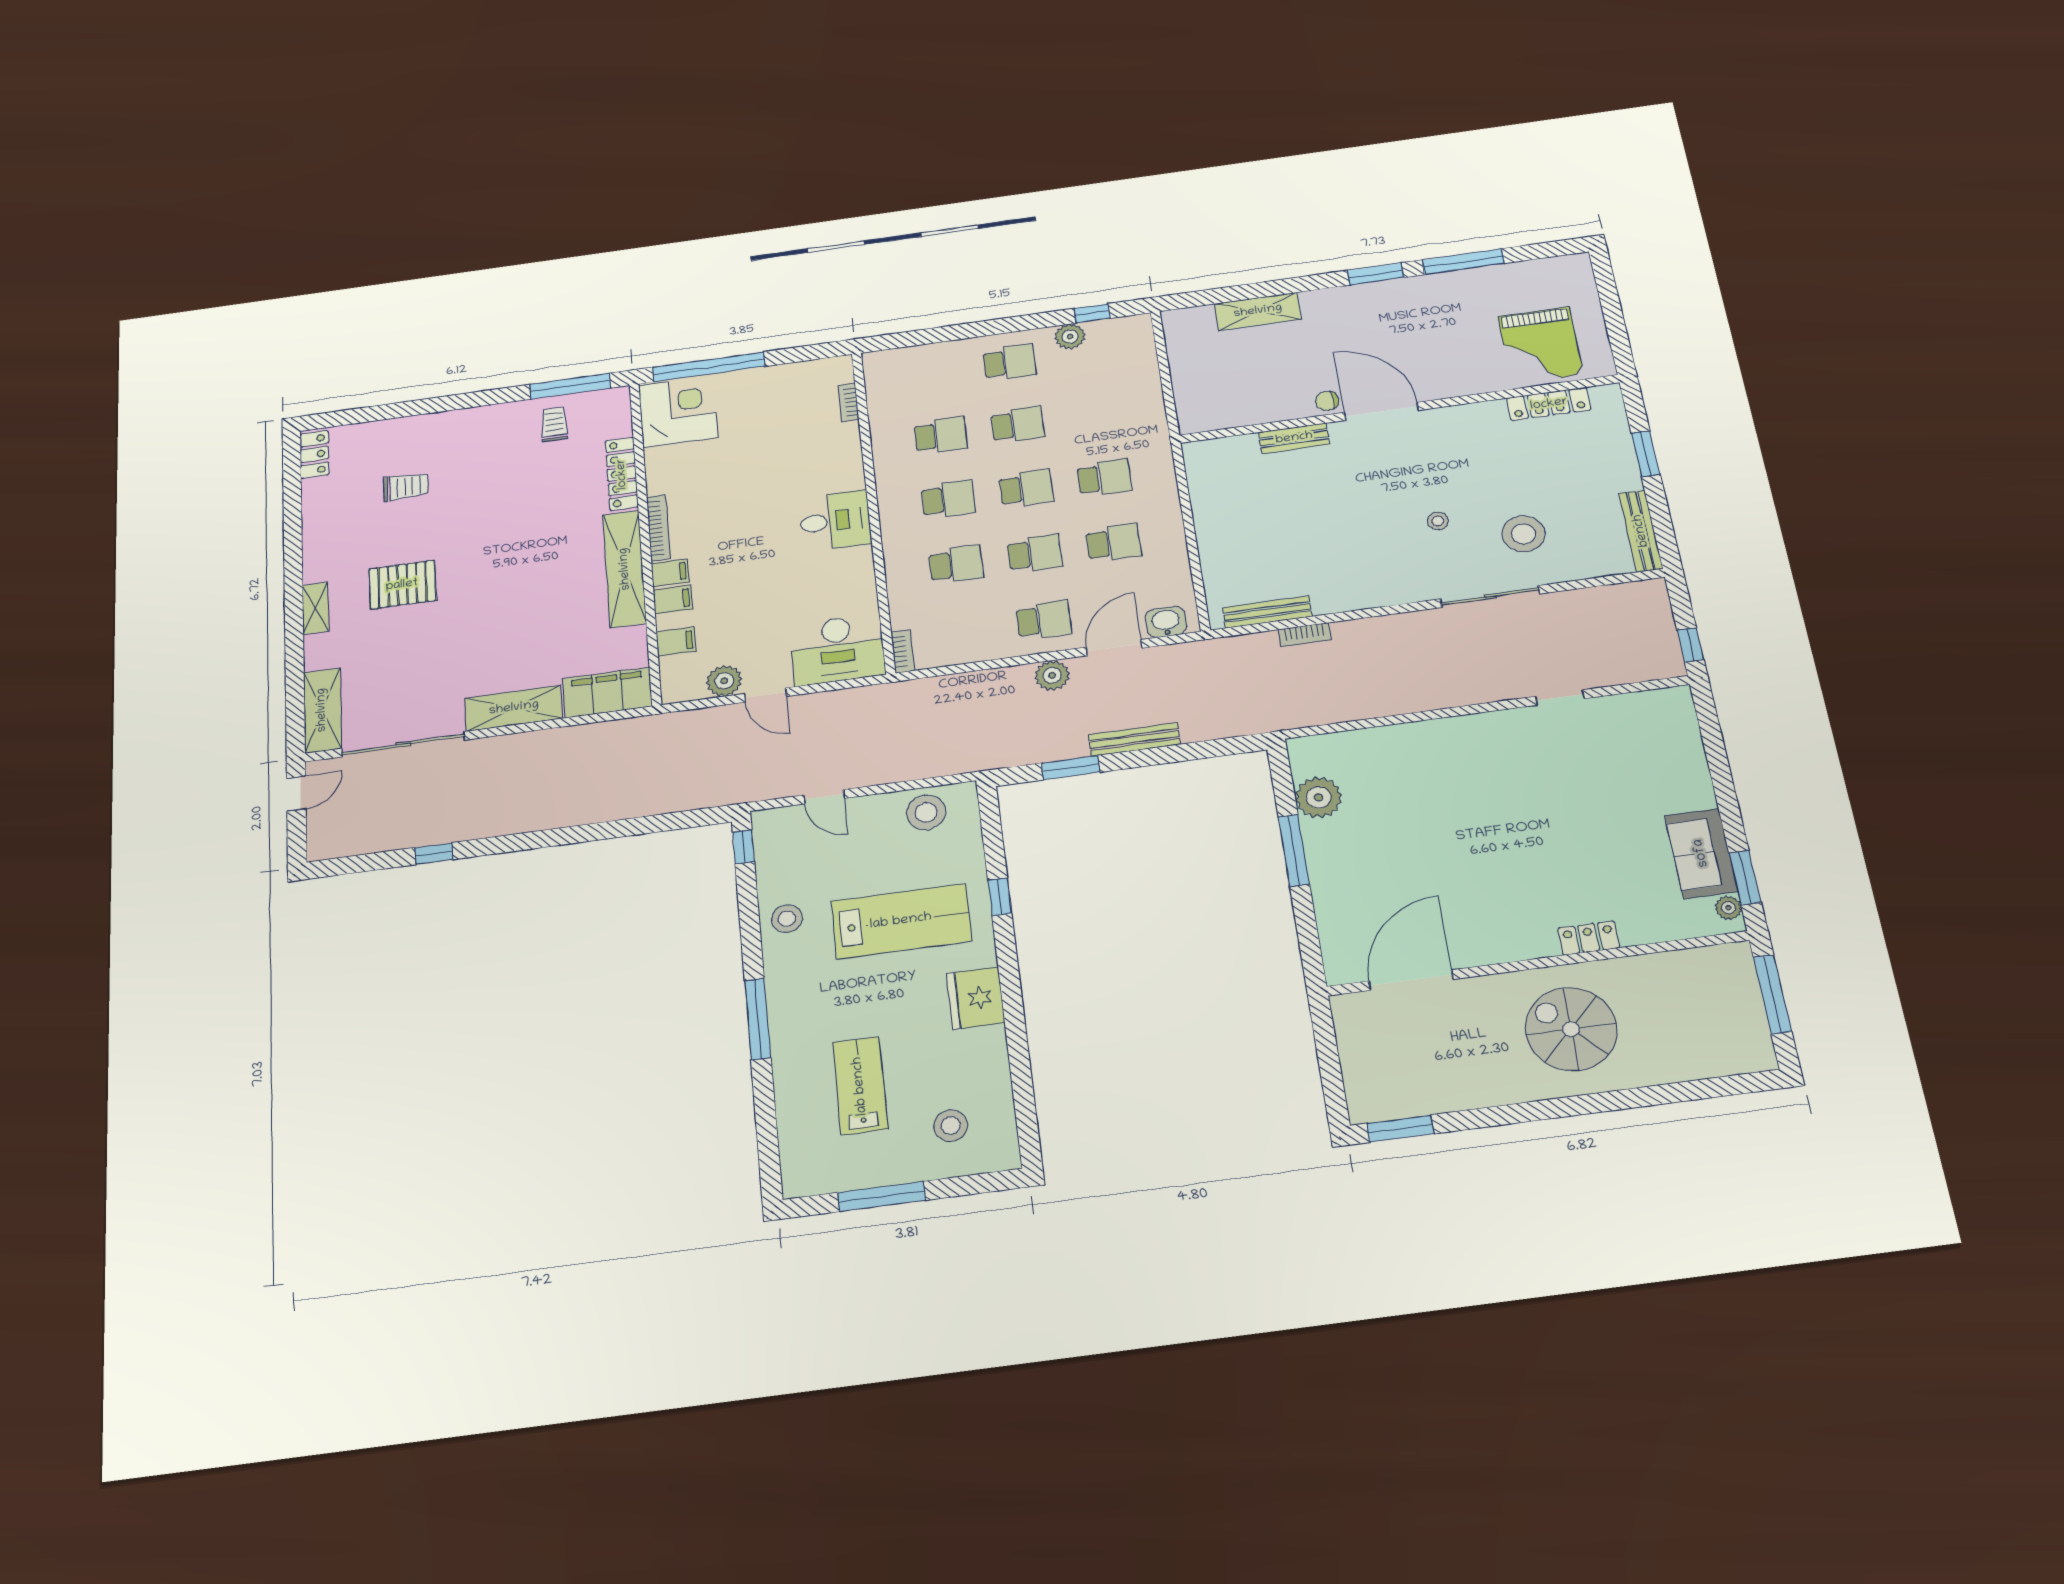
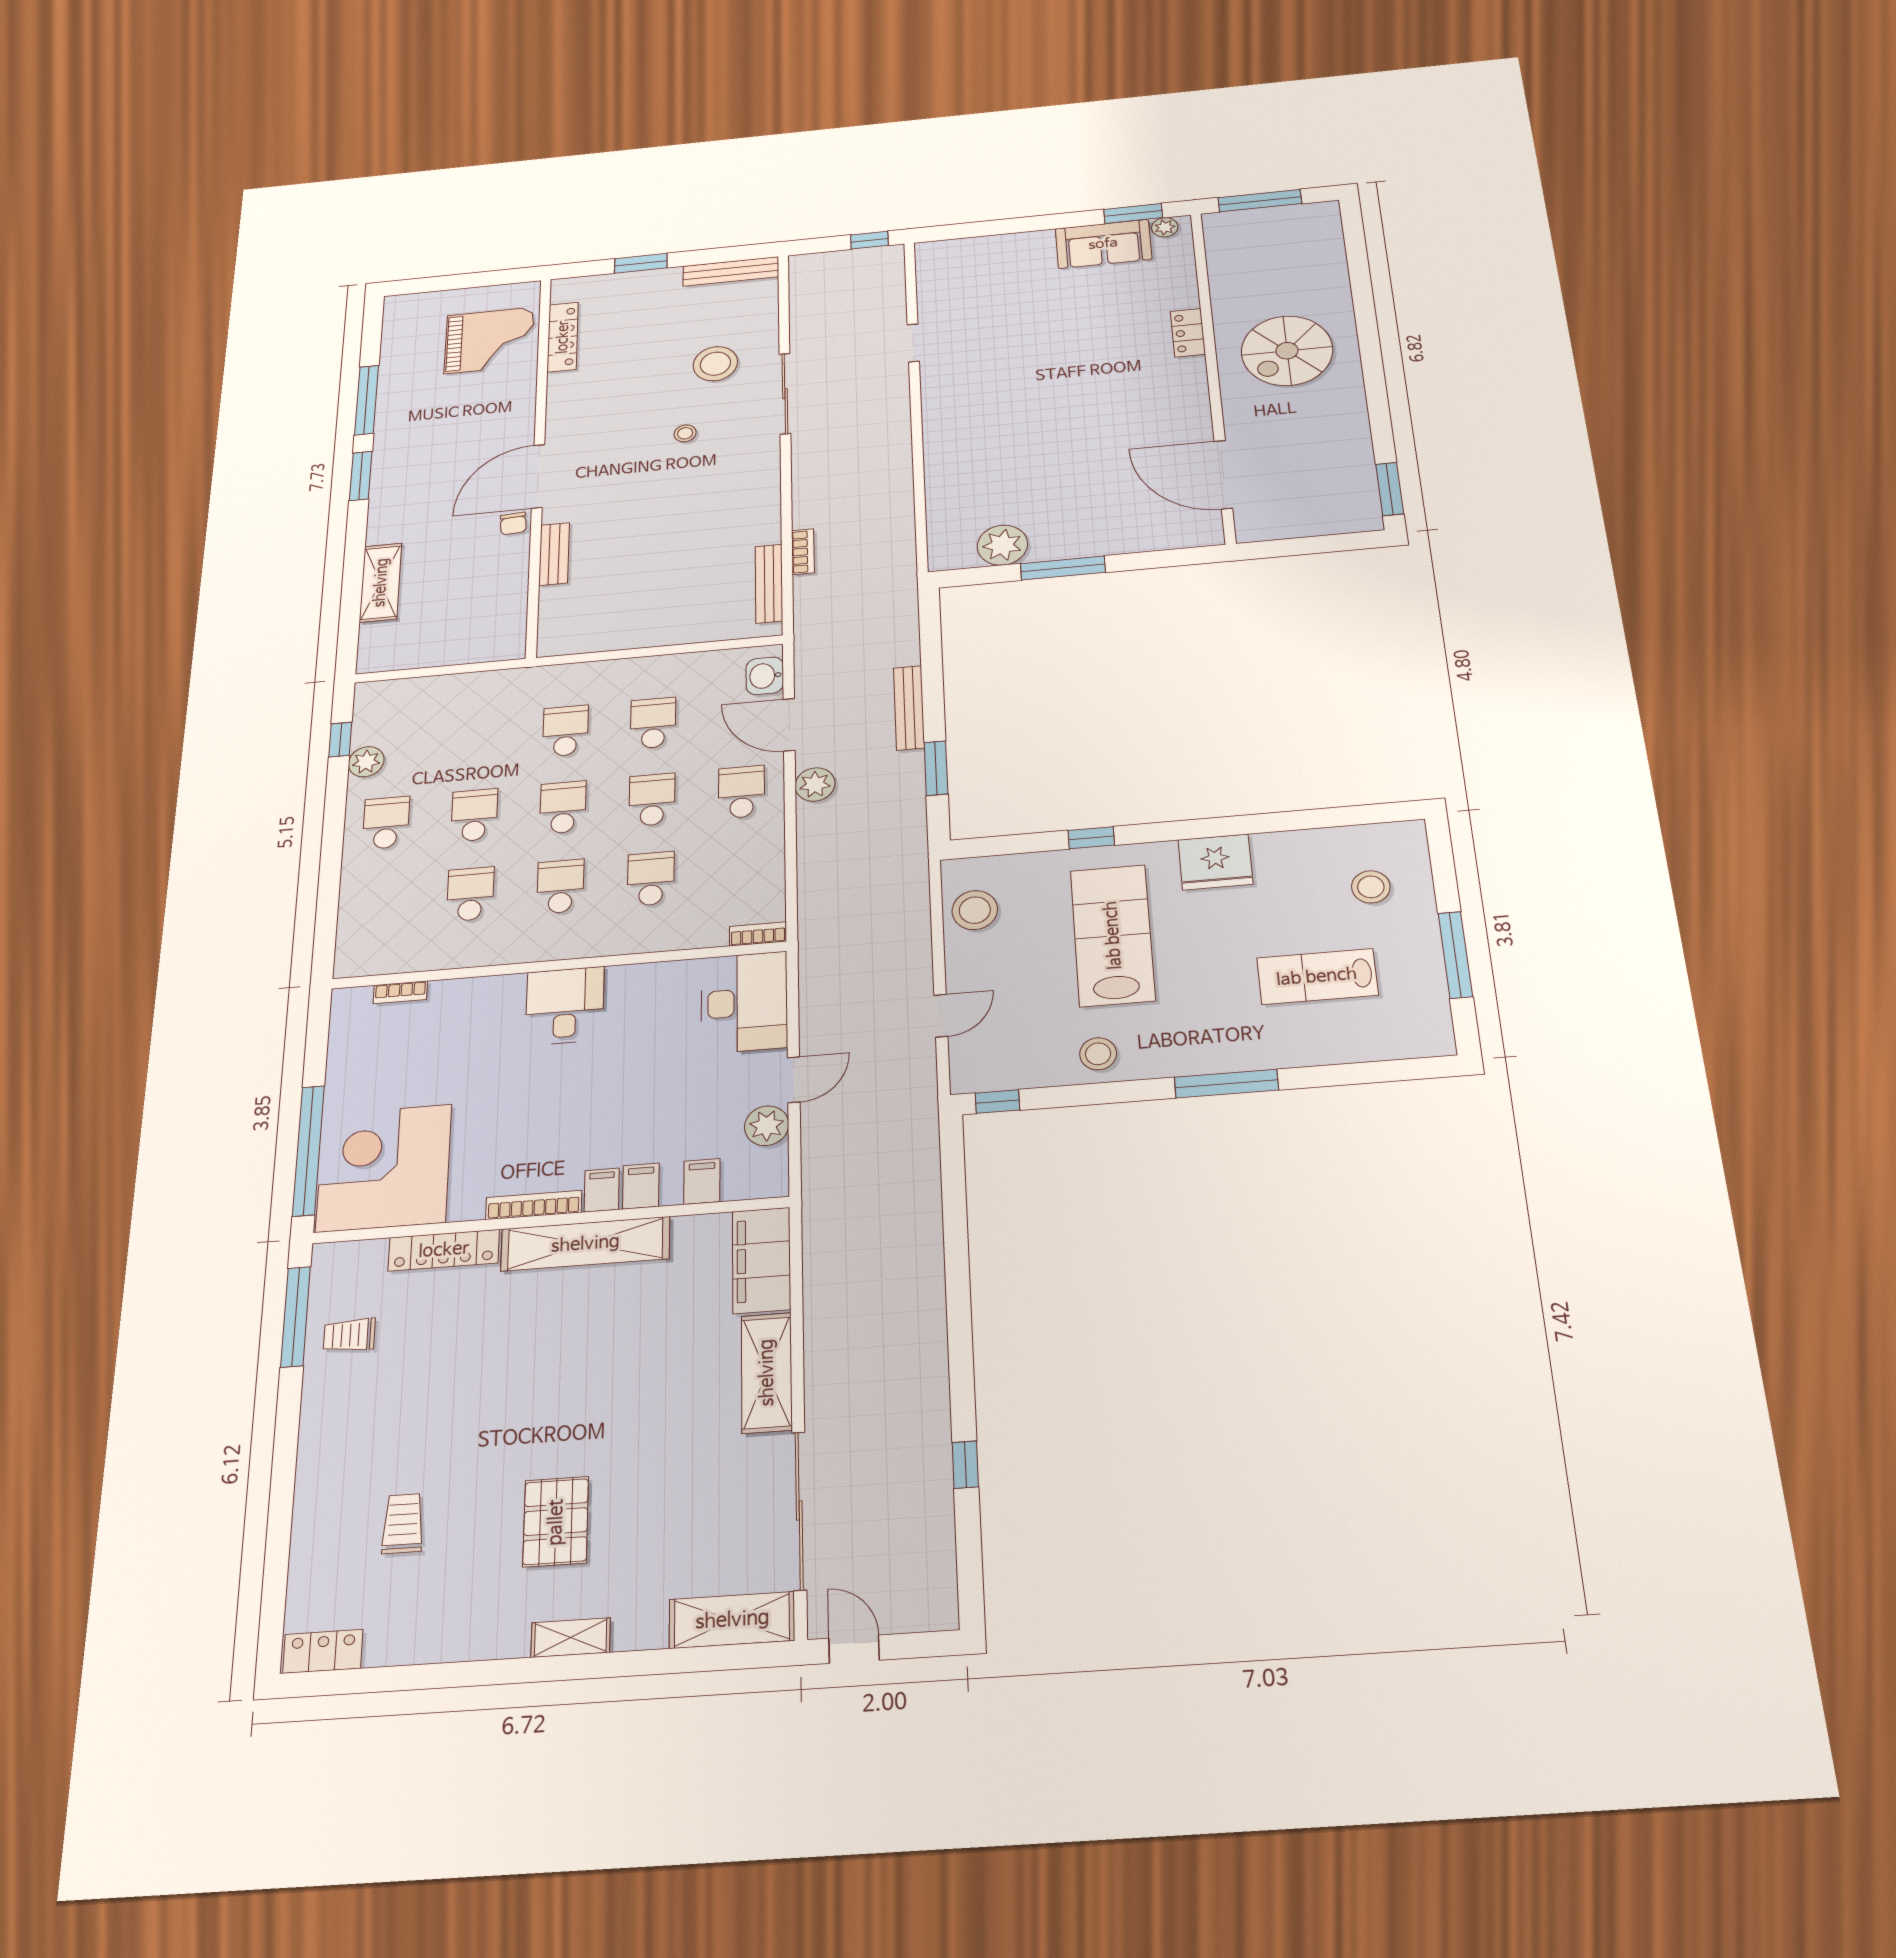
corner desk: (678, 411) -> (384, 1168), width x1.36, depth x1.36

